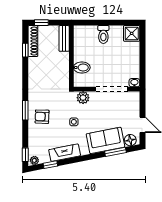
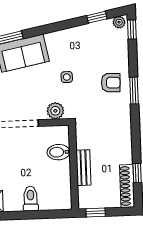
window: (41, 23) -> (96, 212), moved
bench: (64, 38) -> (83, 168), moved
fireplace: (65, 153) -> (78, 34), removed

